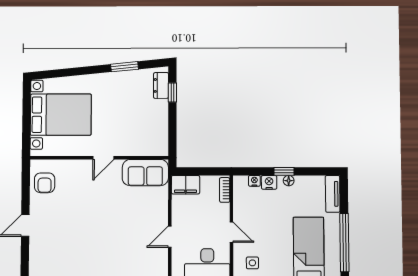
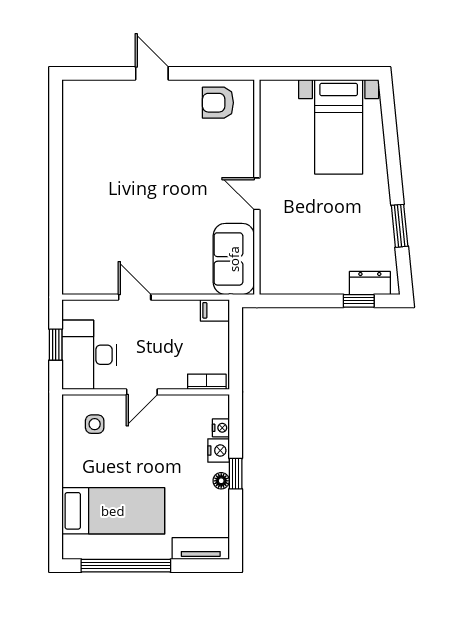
bed with nightstands: (61, 115) -> (339, 127), width x0.73
filing cabinet: (186, 185) -> (215, 310), width x0.50

